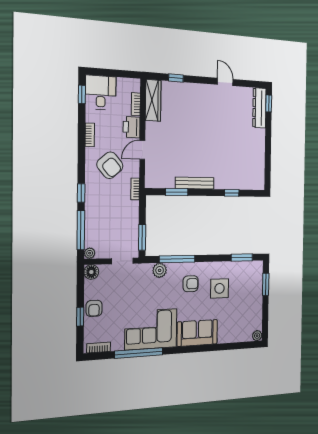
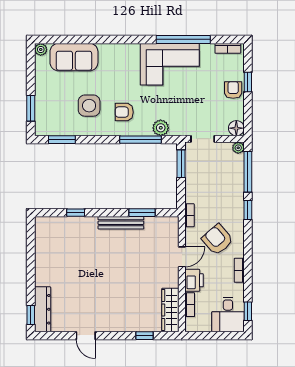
sofa: (197, 333) -> (74, 57), moved

